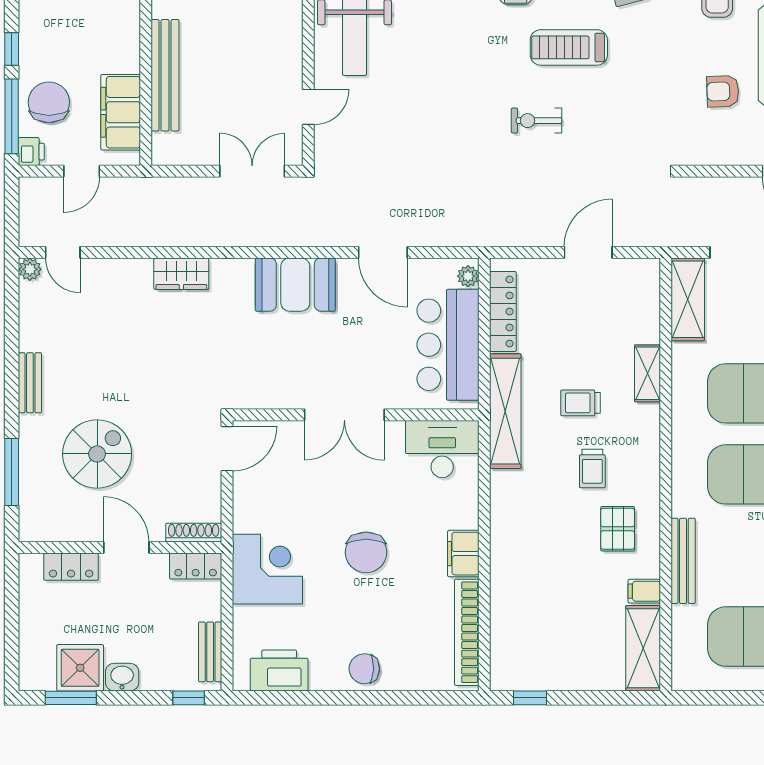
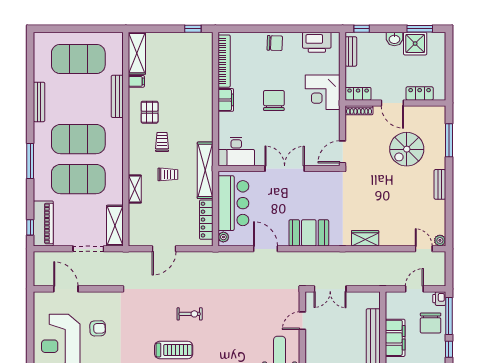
filing cabinet: (121, 112) -> (395, 338), moved

